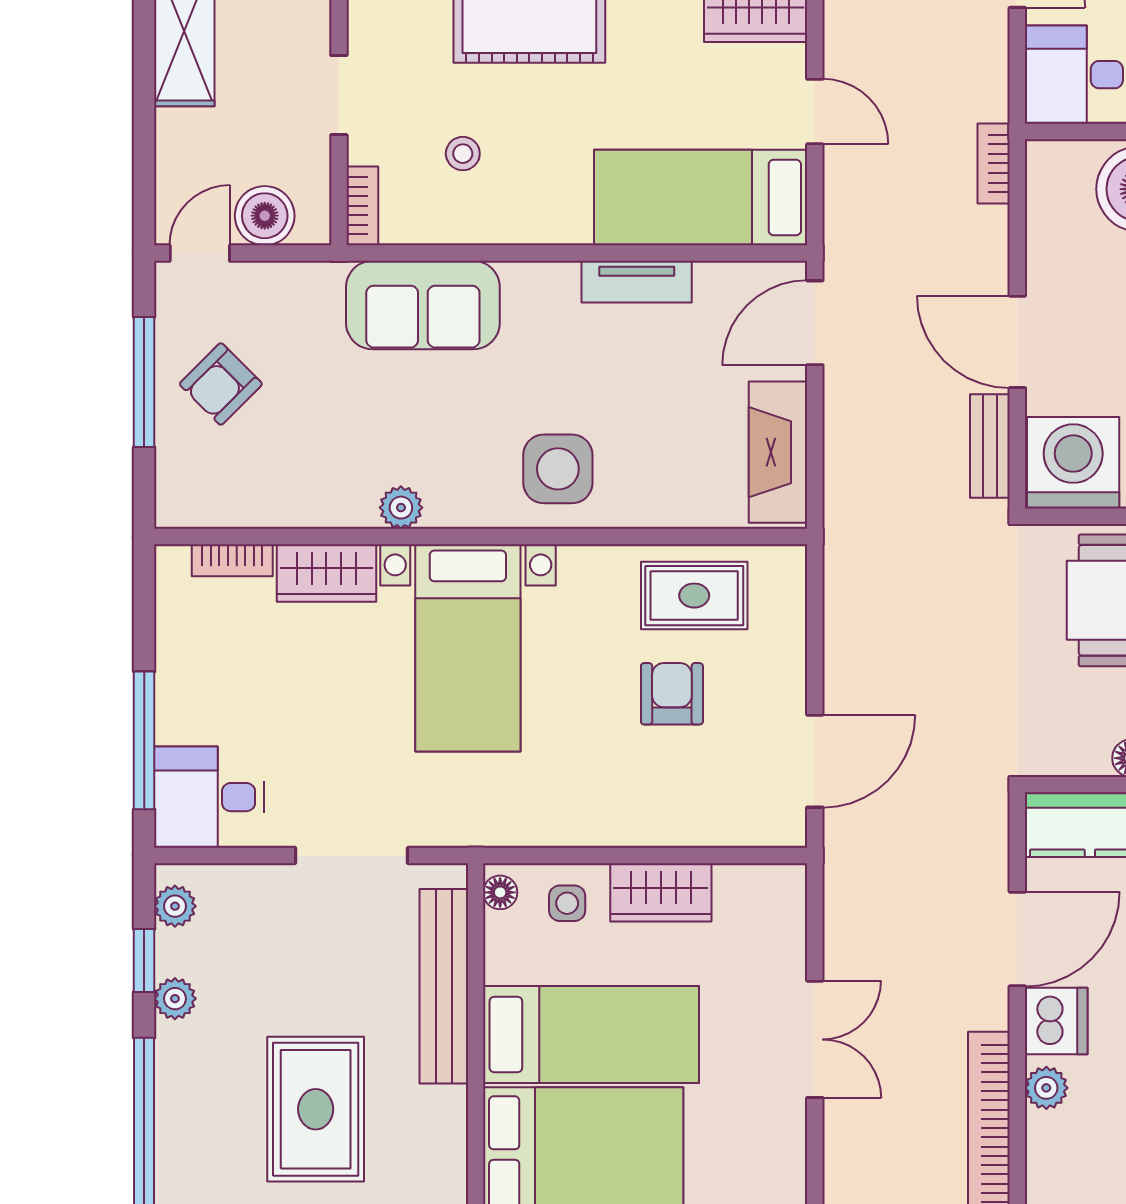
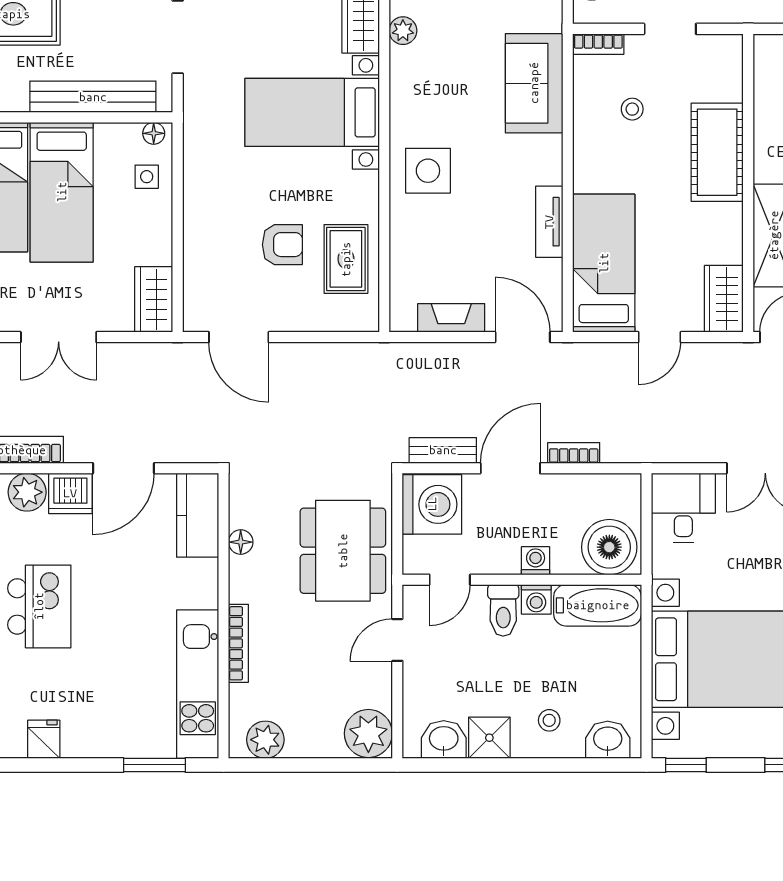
bookcase: (994, 163) -> (574, 453), moved
fireplace: (778, 452) -> (451, 318), width x0.73, depth x0.76
plant: (401, 508) -> (403, 31), moved
wardrobe: (661, 892) -> (154, 299), moved
door: (1017, 939) -> (124, 468), hinge flipped
plant: (1046, 1088) -> (27, 492), width x1.38, depth x1.38

